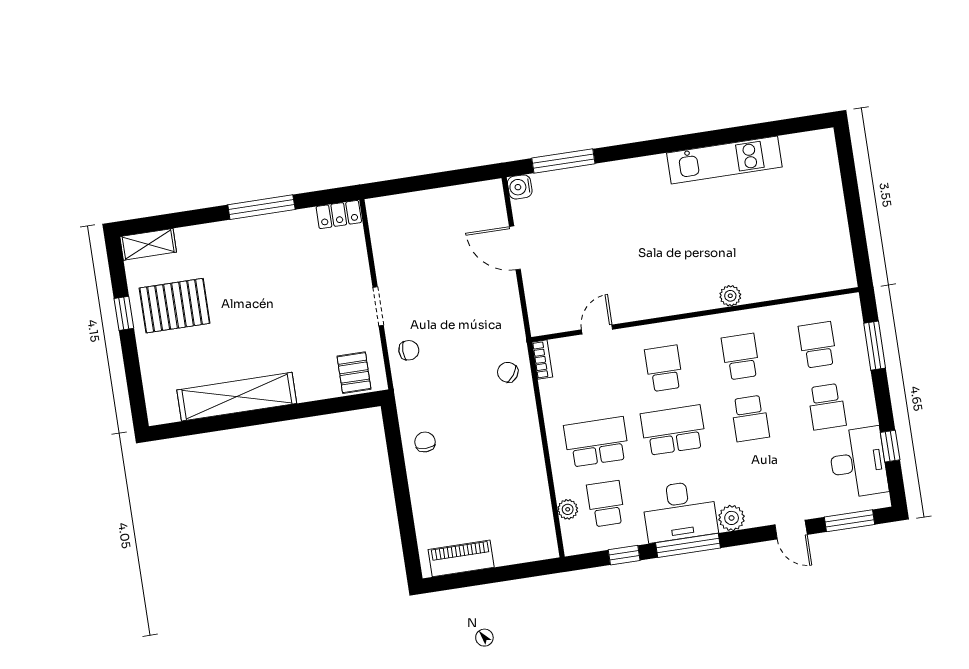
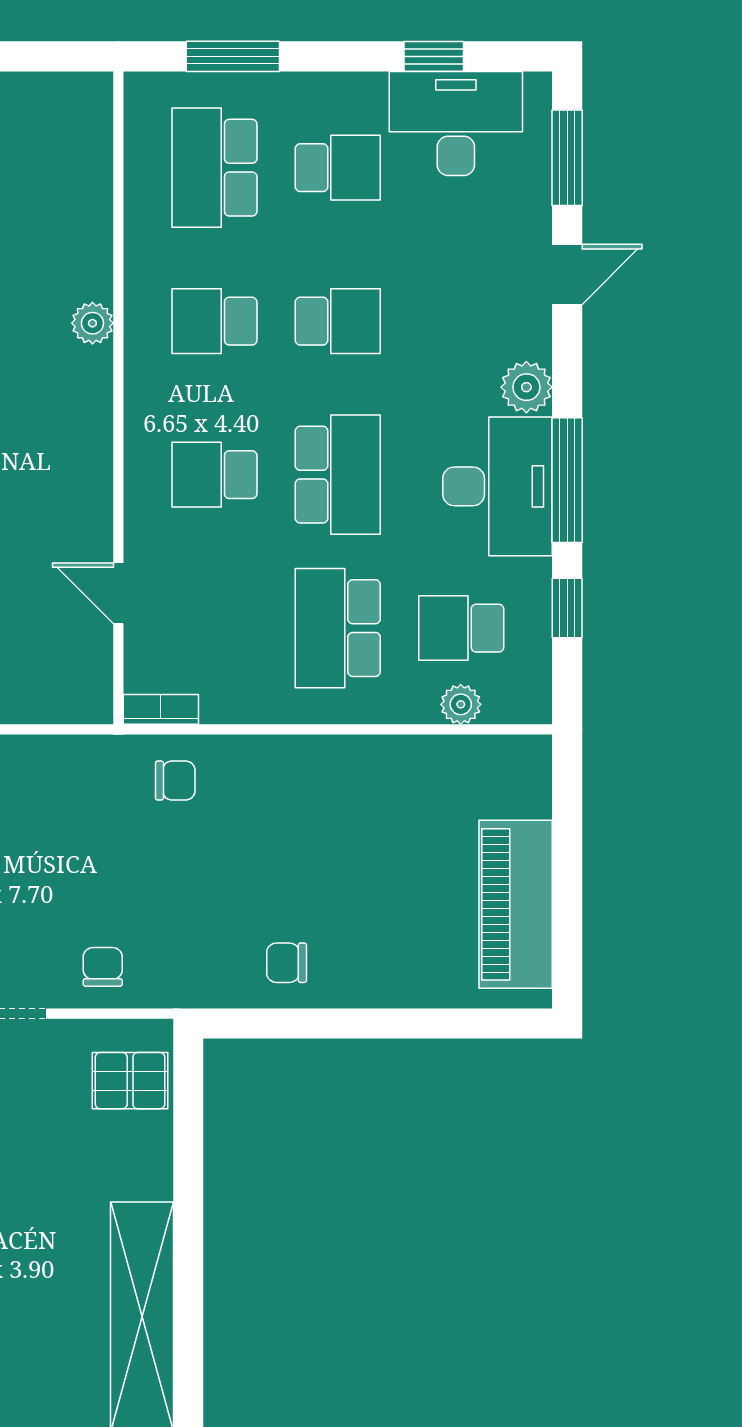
school desk: (818, 345) -> (214, 168), width x1.85
chair: (508, 372) -> (175, 780), turned -126
school desk: (673, 430) -> (338, 475), turned 180
piano: (461, 558) -> (516, 904), width x1.37, depth x1.33

